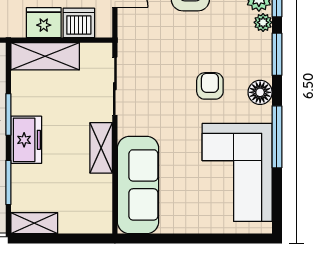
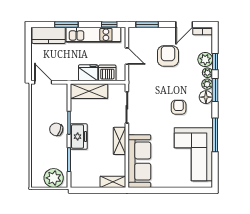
plant: (262, 44) -> (207, 84), added
floor lamp: (260, 92) -> (206, 97), moved
shelving: (34, 223) -> (113, 182), moved

